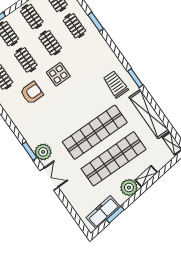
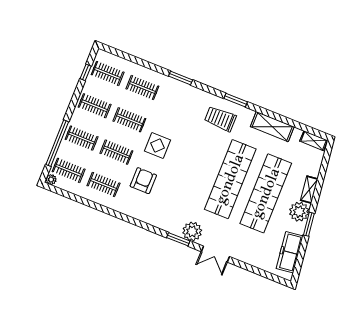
window: (96, 22) -> (181, 78), moved
shelving: (149, 114) -> (272, 127), width x0.68
double door: (49, 179) -> (215, 254), swing flipped
window: (115, 215) -> (309, 224), moved

